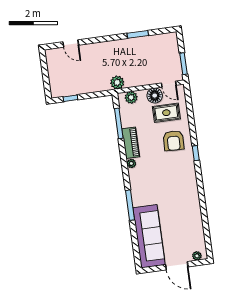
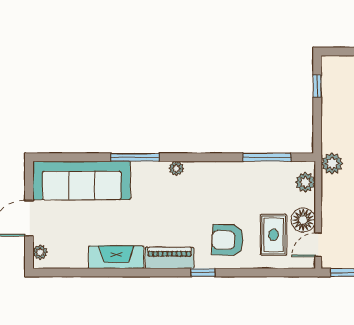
piano: (131, 143) -> (170, 258), moved, turned 180
plant: (131, 163) -> (176, 168), moved
fireplace: (194, 208) -> (116, 257), added

